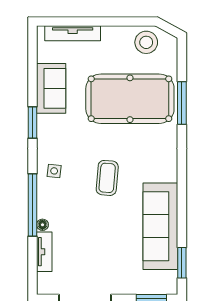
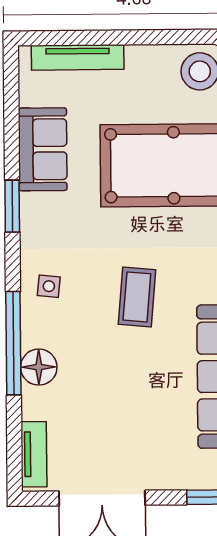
floor lamp: (42, 225) -> (39, 367), width x1.89, depth x1.89
tv unit: (44, 252) -> (34, 454), moved

